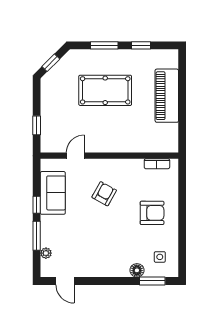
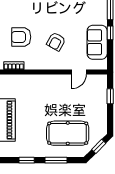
pool table: (105, 90) -> (68, 133), moved
armchair: (152, 213) -> (21, 37), moved

